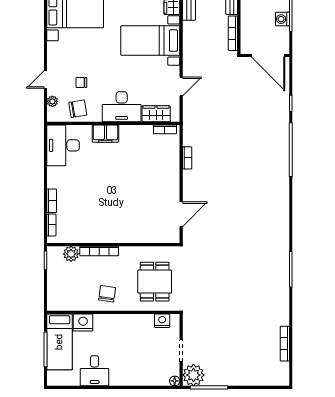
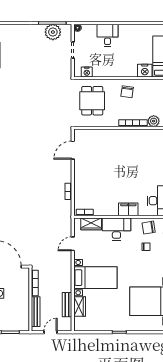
desk: (95, 371) -> (107, 35), moved
plant: (193, 375) -> (53, 32), moved

